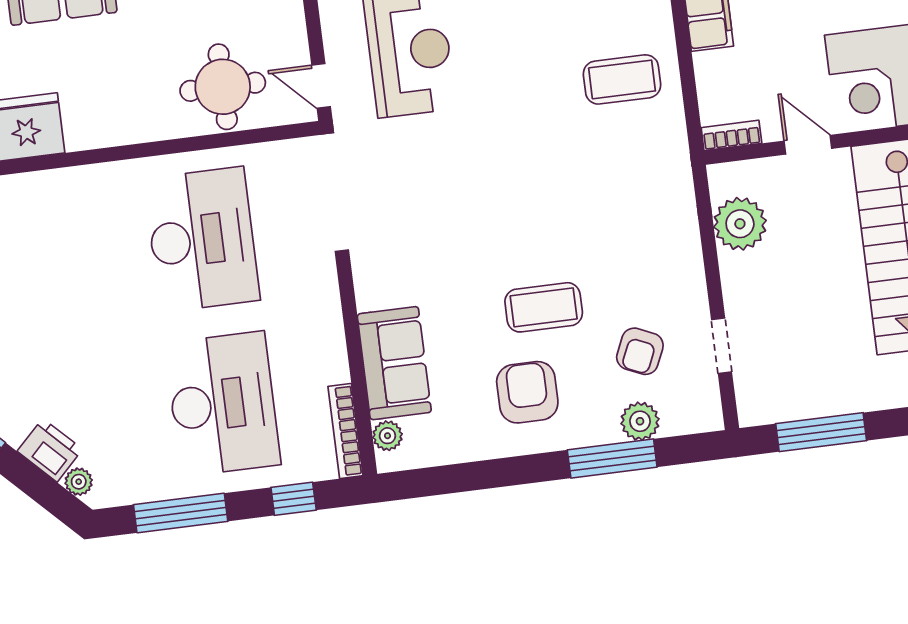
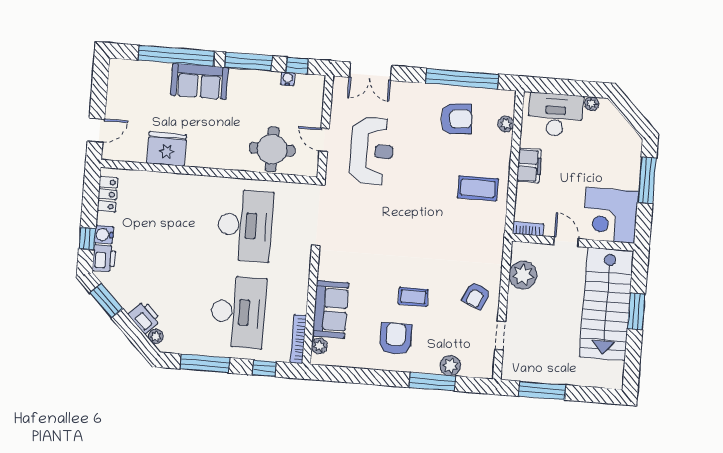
door: (321, 86) -> (324, 140), moved
coffee table: (544, 307) -> (413, 297), width x0.73, depth x0.77
armchair: (640, 351) -> (476, 296), moved

